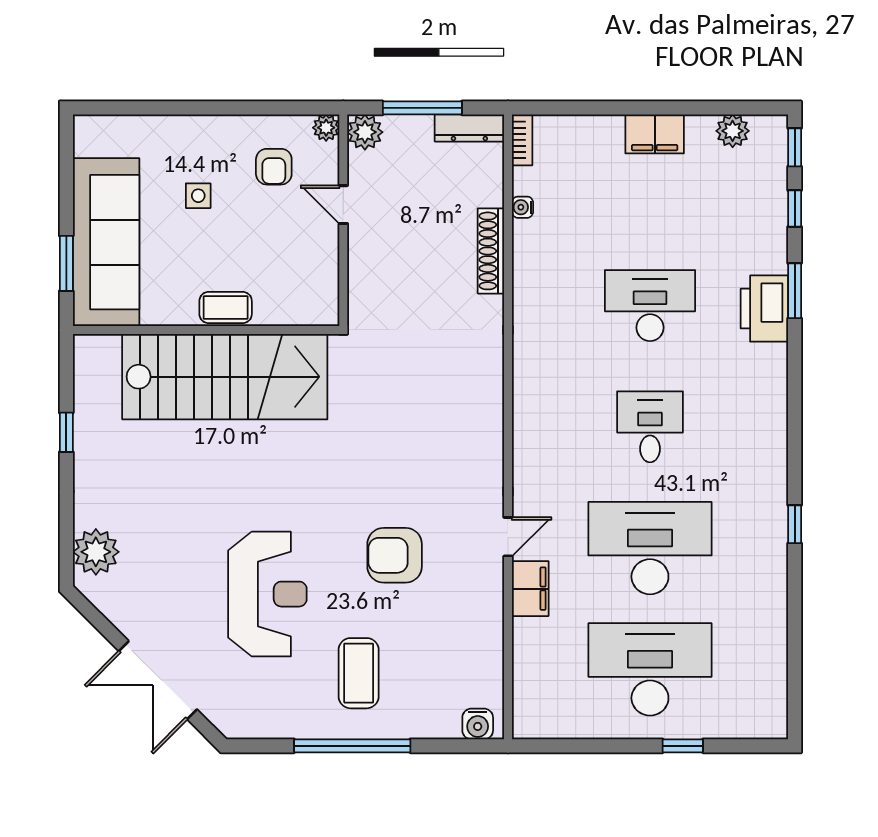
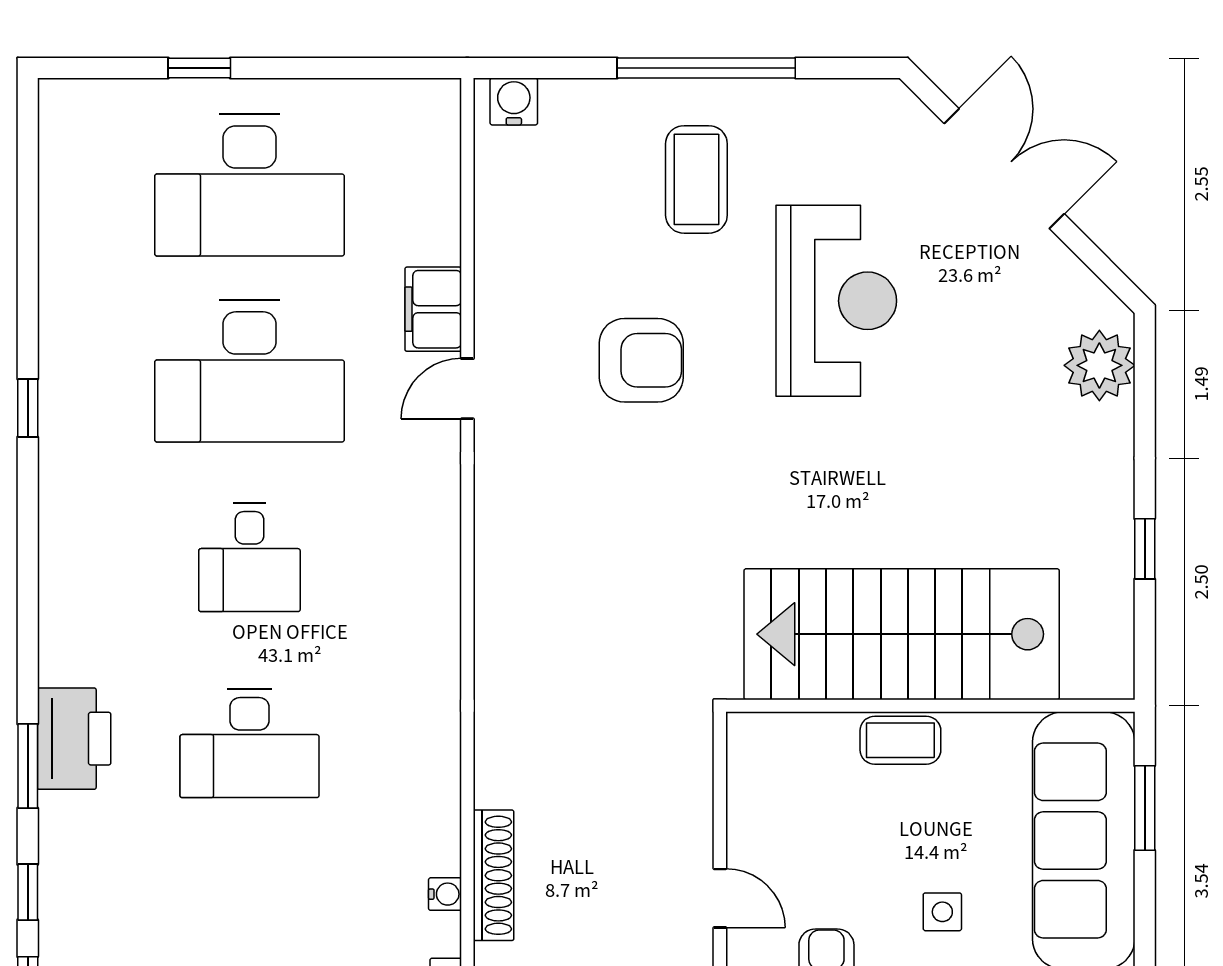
shoe rack: (491, 251) -> (494, 875), moved
reception desk: (267, 594) -> (836, 301), turned 180

